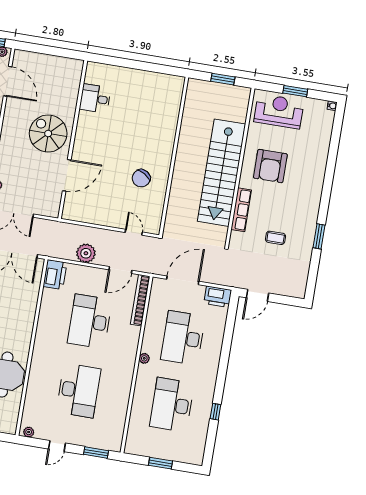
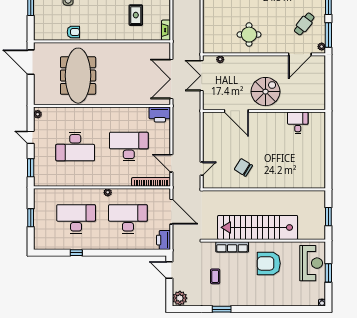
plant: (86, 253) -> (180, 298), moved

